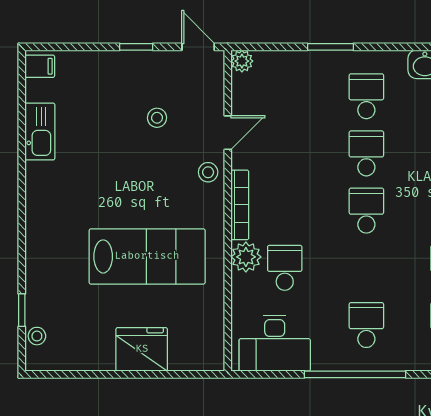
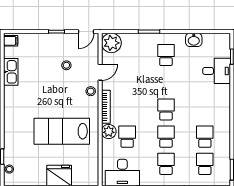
door: (198, 47) -> (86, 32), swing flipped
plant: (242, 61) -> (111, 43), width x1.87, depth x1.87
school desk: (366, 153) -> (166, 137), moved
lab bench: (147, 256) -> (62, 131), turned 180

